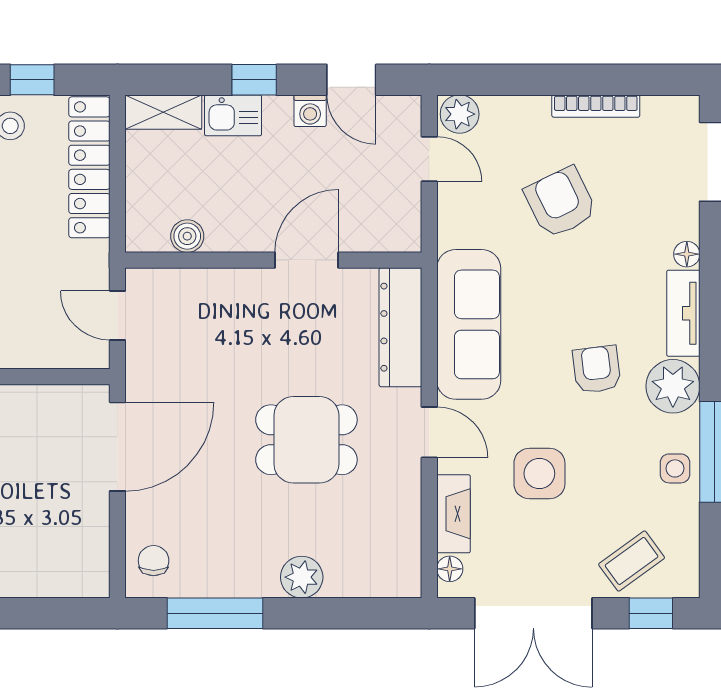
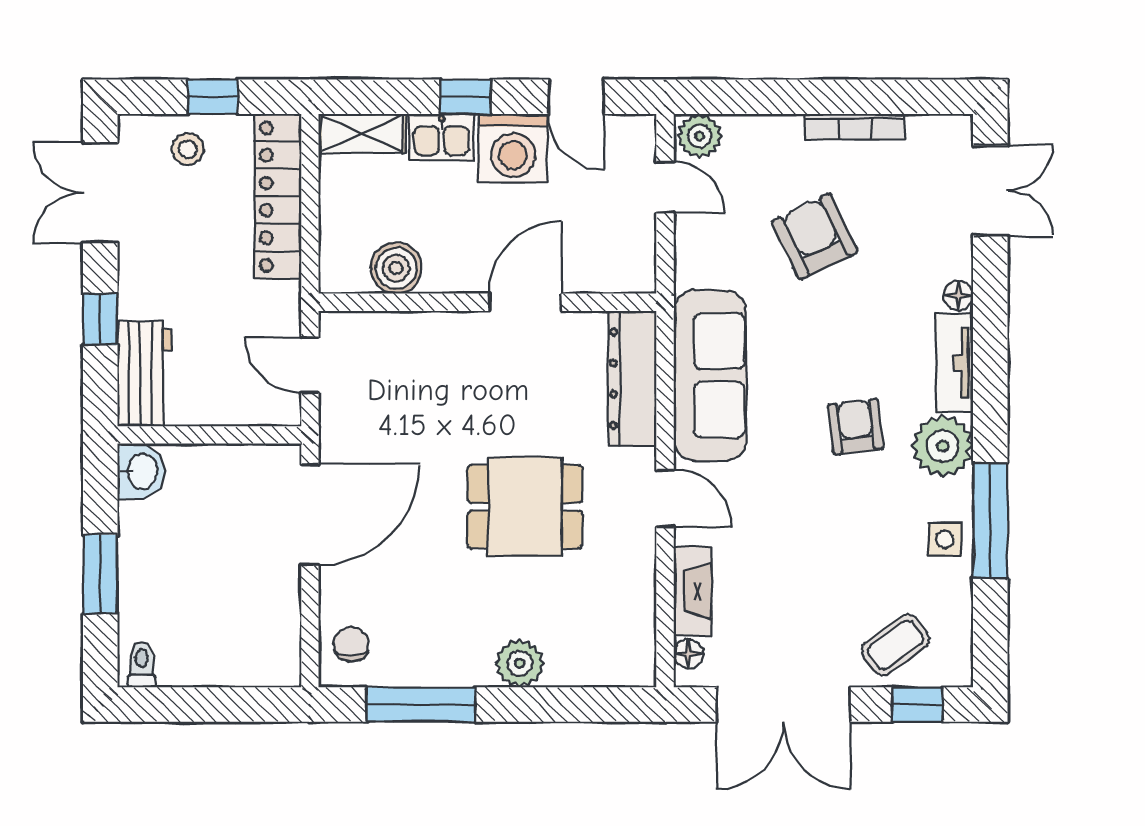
washing machine: (310, 111) -> (513, 148), width x1.89, depth x1.89
boiler: (187, 236) -> (396, 268), width x1.36, depth x1.36
side table: (539, 473) -> (790, 545), removed

